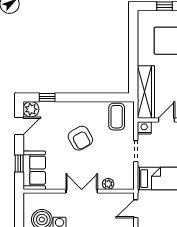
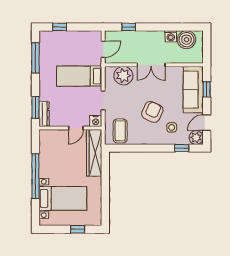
side table: (59, 121) -> (172, 127), added
armchair: (80, 138) -> (152, 112), turned 53
sofa: (34, 170) -> (193, 90), width x1.36
plant: (108, 184) -> (123, 76), width x1.87, depth x1.87

